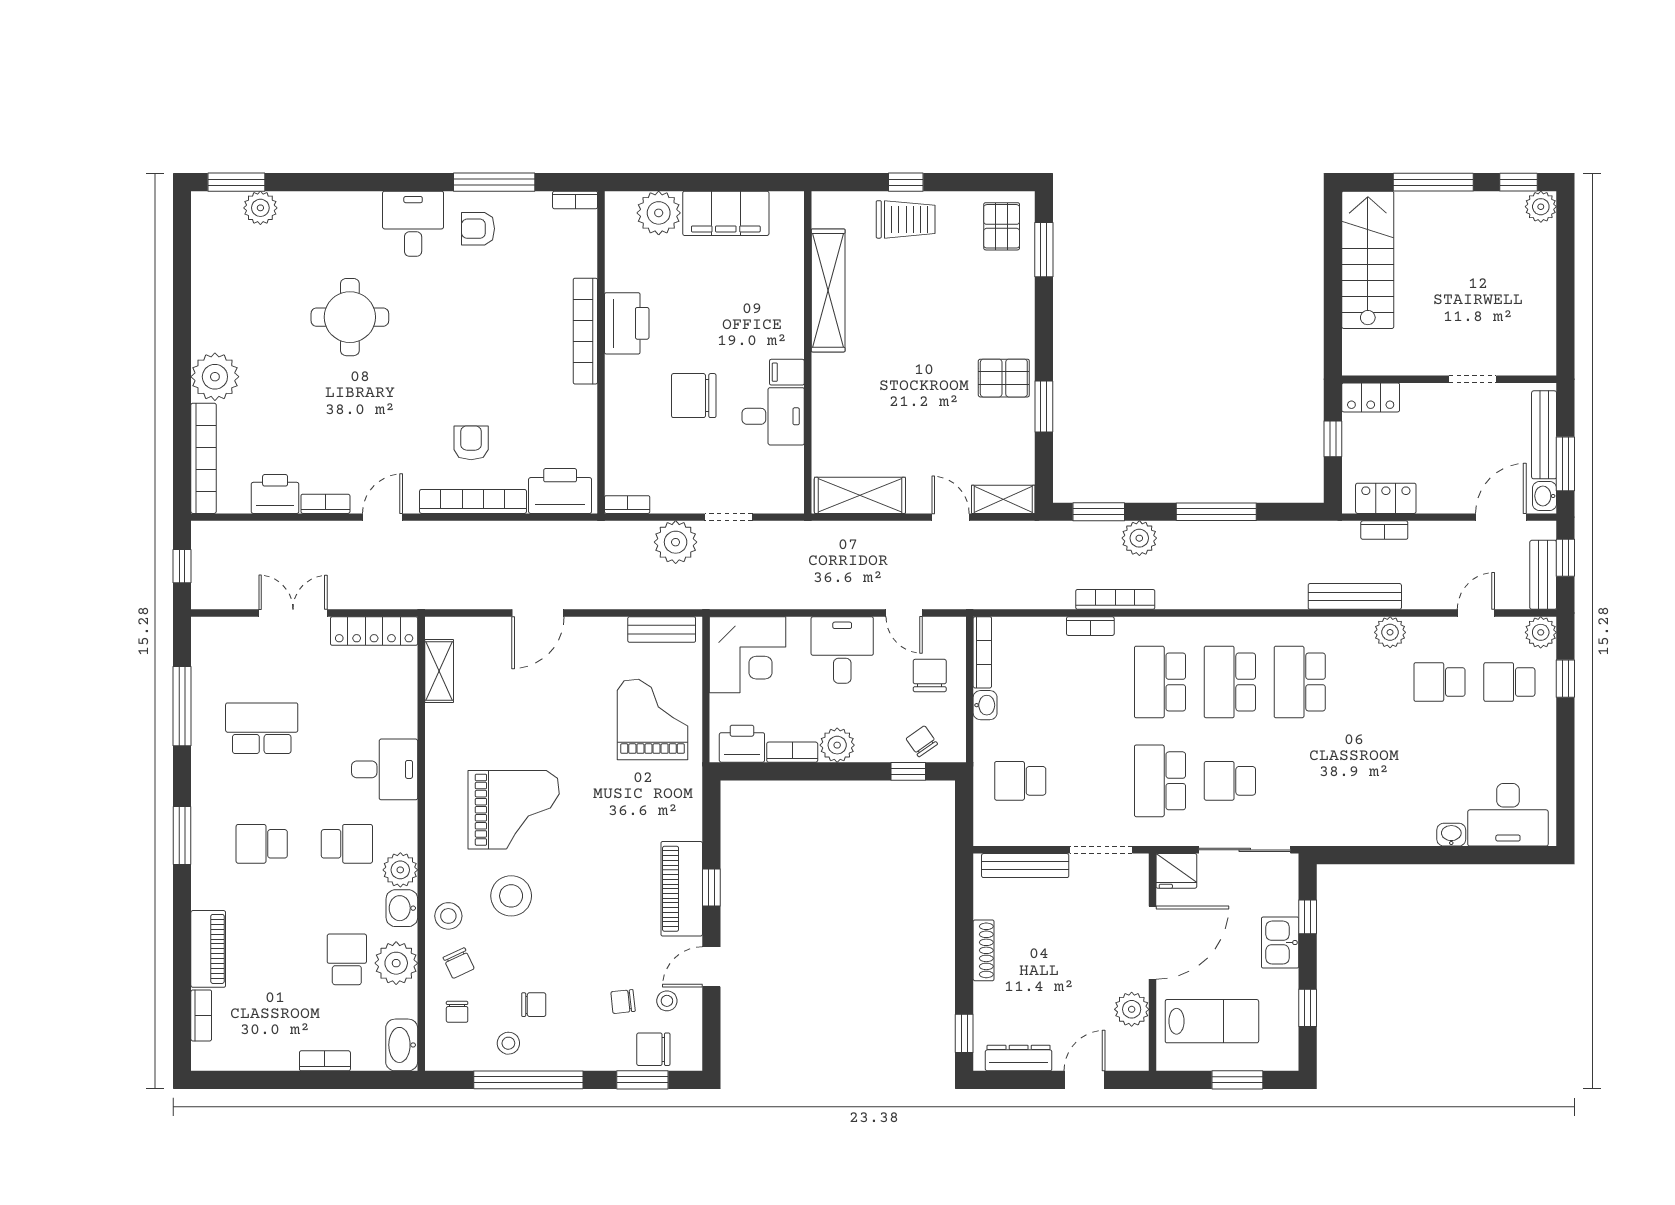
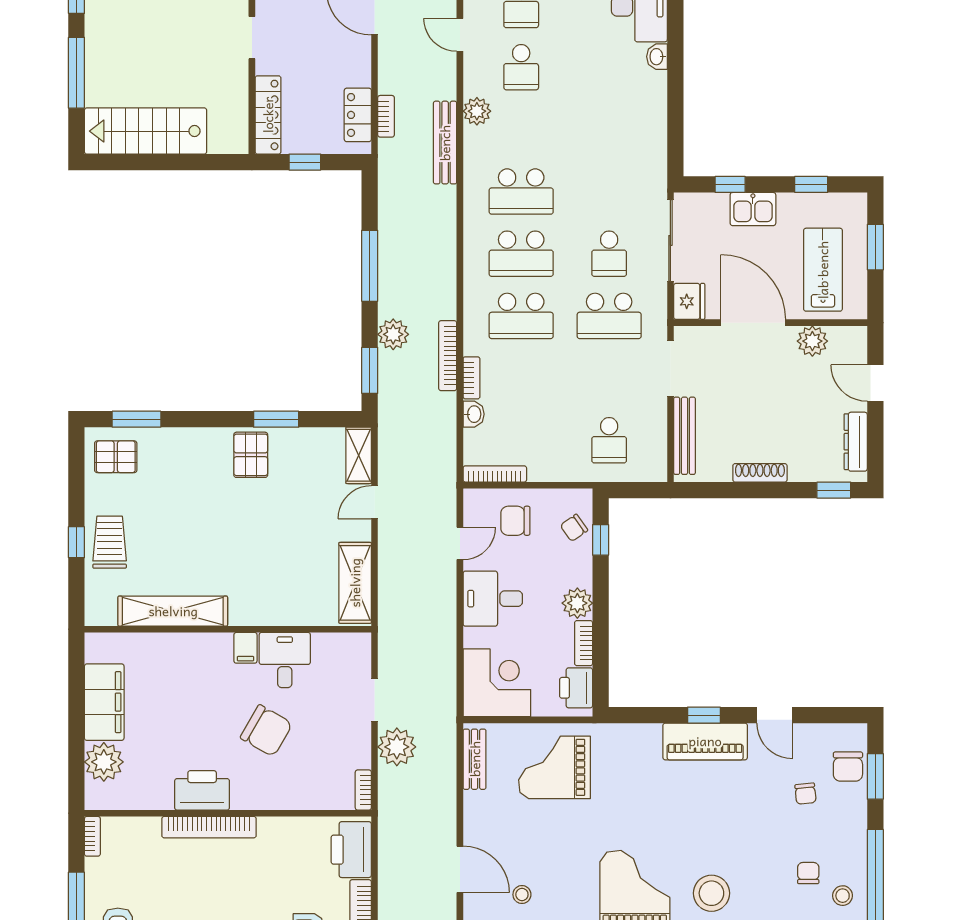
chair: (694, 396) -> (266, 731), turned -60
locker: (1371, 397) -> (268, 115), width x1.53
washbasin: (985, 705) -> (474, 414), moved, turned 90
stool: (667, 1001) -> (522, 895), moved

